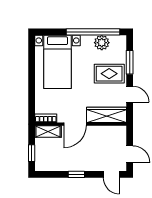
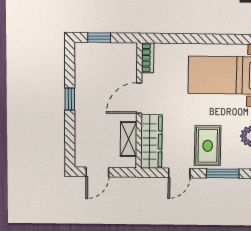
door: (75, 124) -> (139, 98), hinge flipped
shelving: (48, 132) -> (128, 139), moved
door: (111, 174) -> (70, 147), removed

